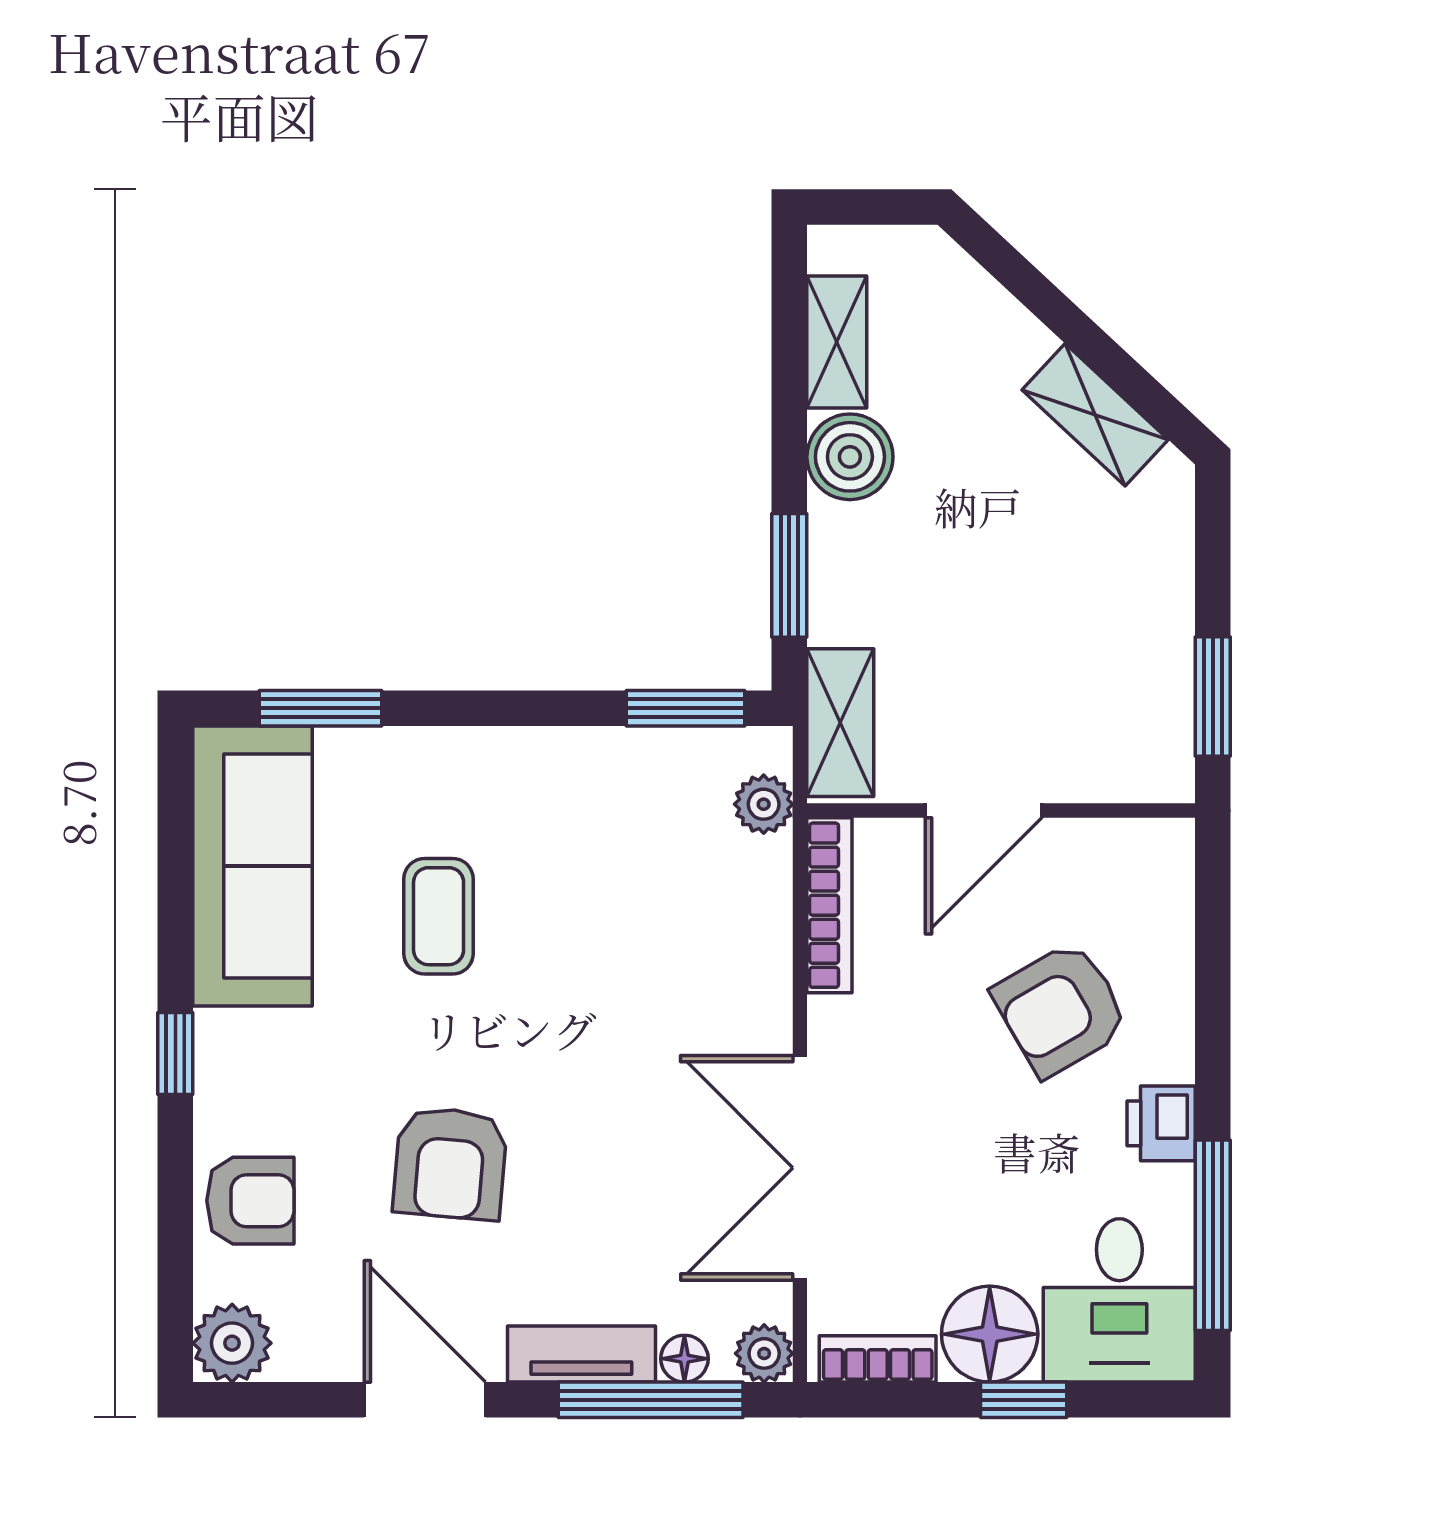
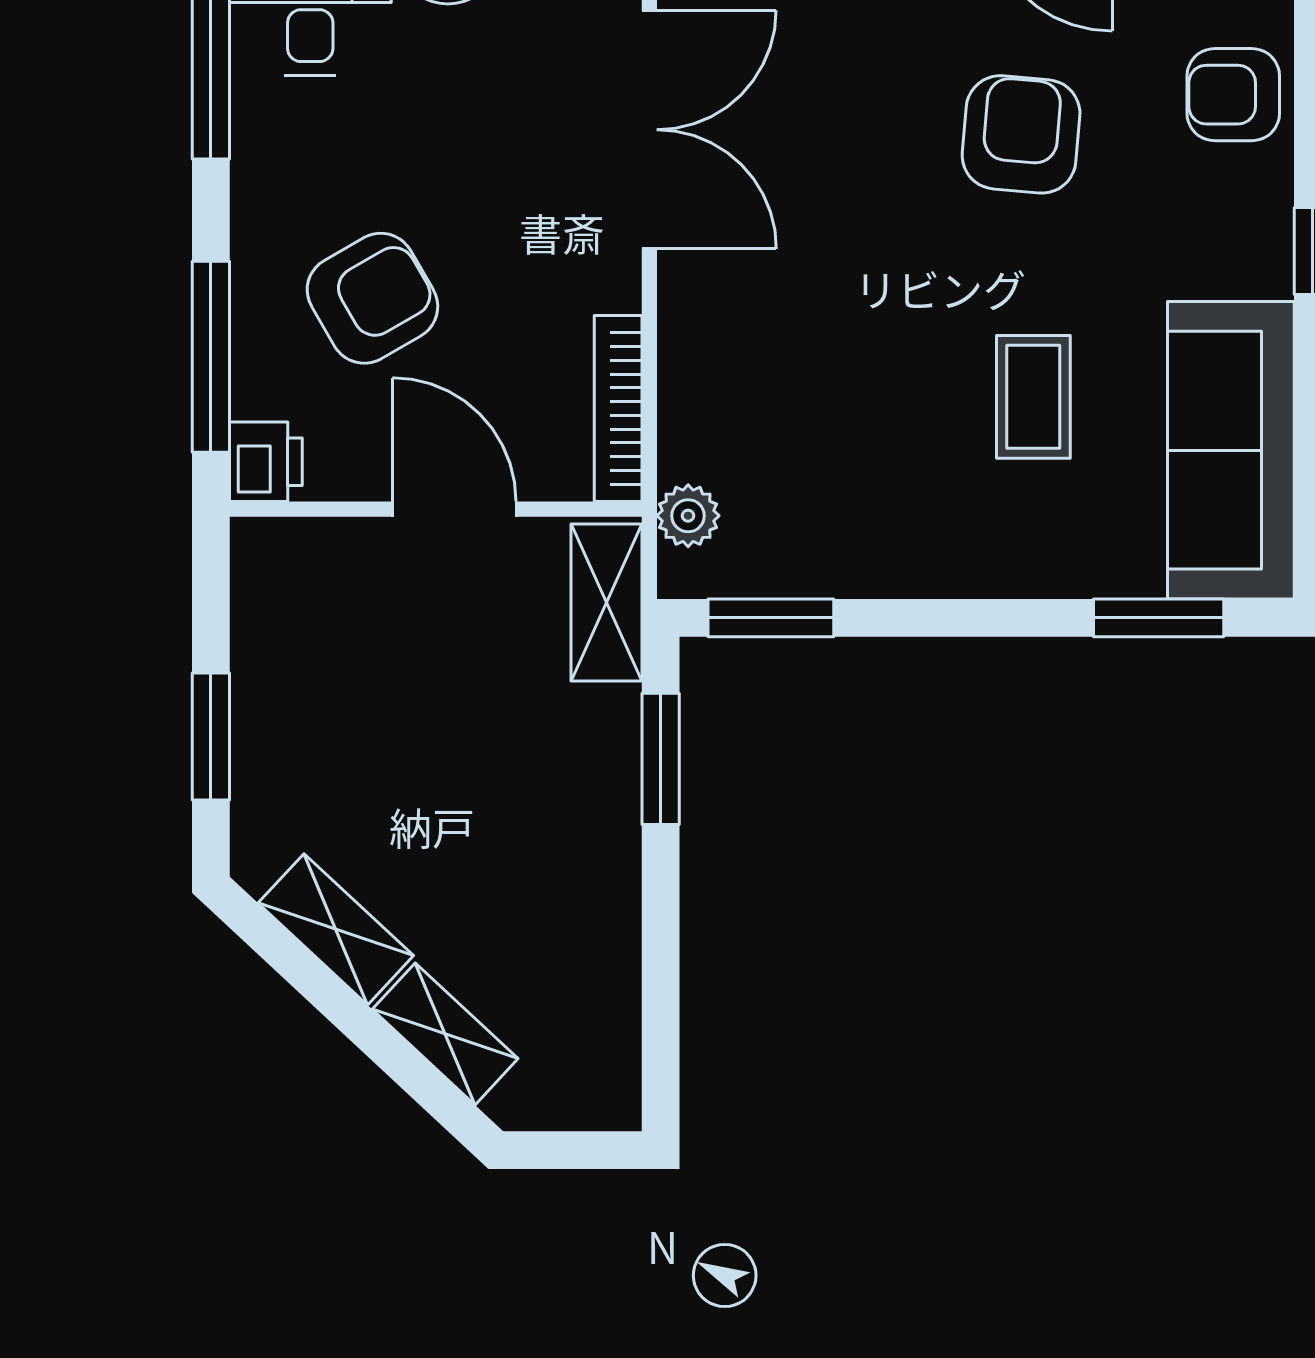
shelving: (837, 342) -> (445, 1034), moved, turned -47
boiler: (850, 457) -> (596, 885), removed
window: (1213, 697) -> (211, 737), moved
door: (984, 810) -> (454, 509), hinge flipped
window: (1213, 954) -> (211, 357), added
printer: (1161, 1123) -> (266, 462), moved

